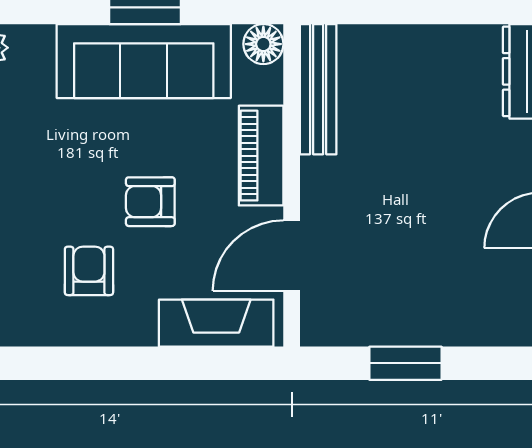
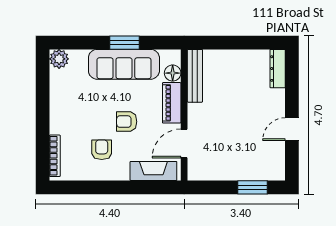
floor lamp: (263, 44) -> (173, 73), moved
window: (405, 363) -> (253, 187), moved

